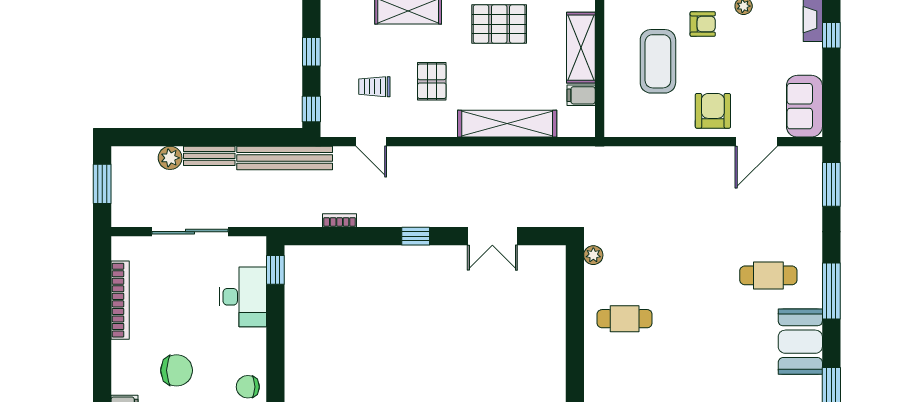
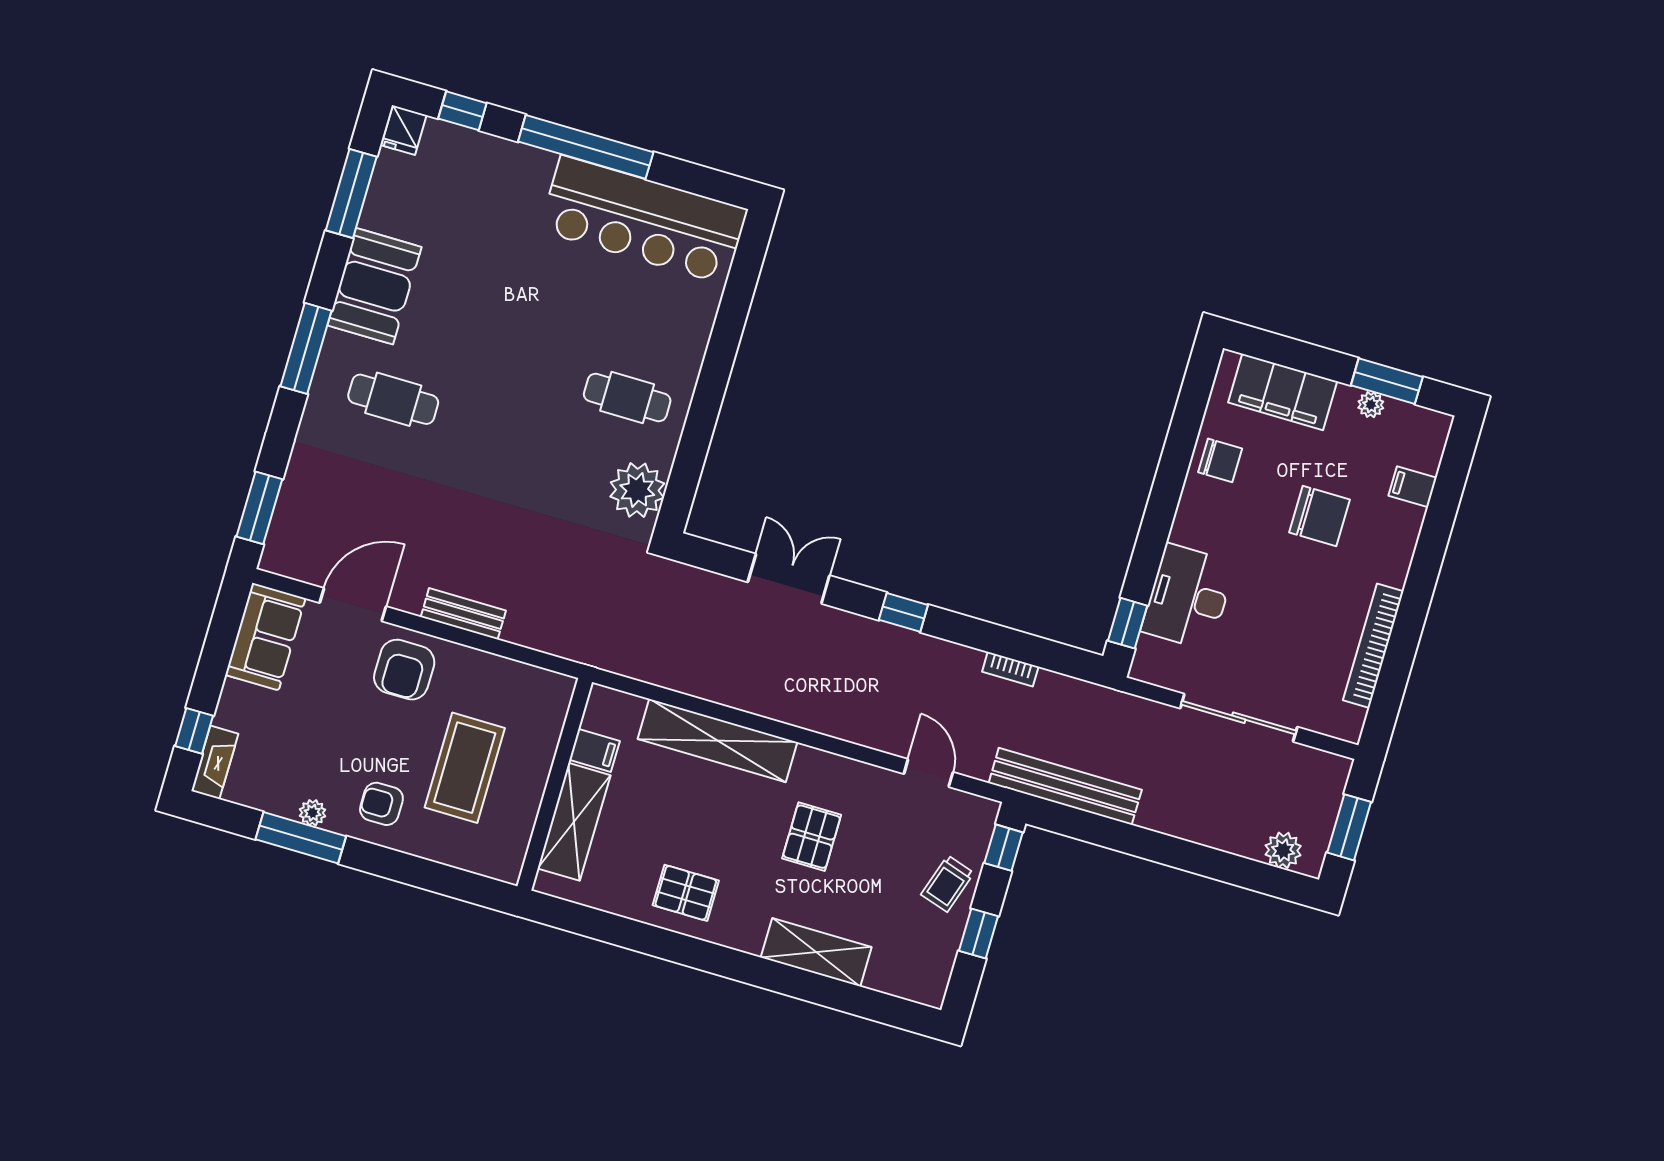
pallet: (499, 24) -> (686, 893), width x0.67, depth x0.71
trolley: (374, 87) -> (947, 884), moved, turned 108
bench: (209, 156) -> (463, 614), moved
plant: (170, 158) -> (1283, 850), moved
plant: (593, 255) -> (637, 490), width x1.88, depth x1.88
chair: (177, 370) -> (1320, 516), turned 180

